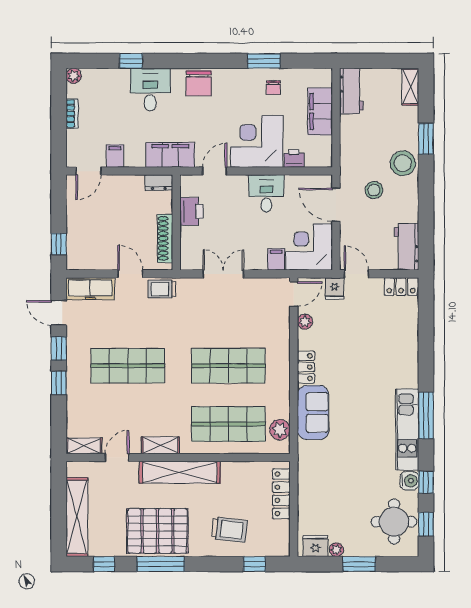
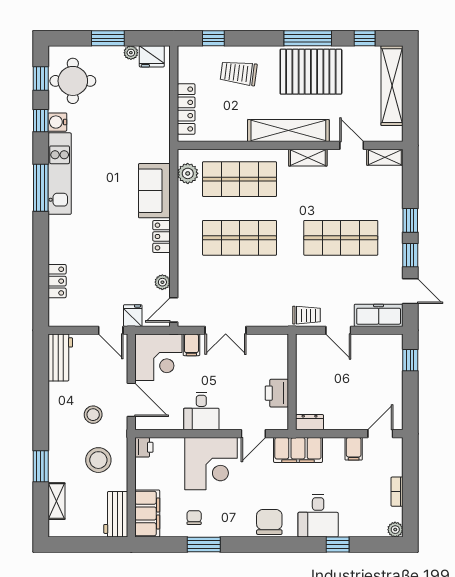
shelving: (410, 87) -> (56, 501), moved
filing cabinet: (320, 111) -> (147, 513), moved
printer: (294, 158) -> (144, 447), moved, turned -90
stool: (403, 163) -> (98, 460), moved
shoe rack: (165, 238) -> (303, 366), removed
double door: (223, 274) -> (226, 330), moved
locker: (401, 286) -> (57, 281), moved, turned 90
door: (117, 458) -> (352, 145), swing flipped

